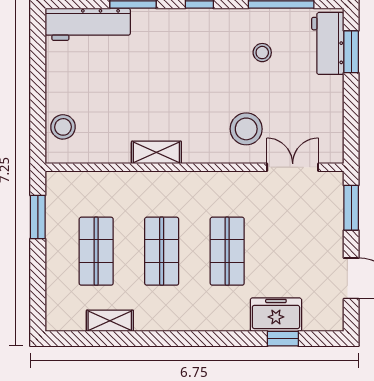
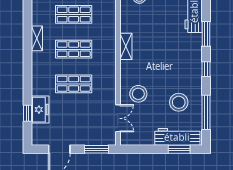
workbench: (328, 43) -> (177, 137), width x1.38
stool: (262, 53) -> (179, 102), width x1.89, depth x1.89
shelving: (110, 321) -> (37, 38), moved

